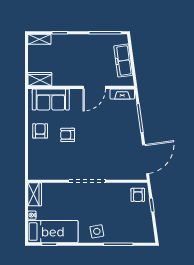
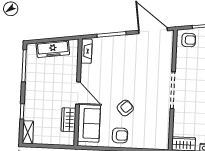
wardrobe: (40, 79) -> (69, 120), moved
door: (94, 87) -> (78, 93), moved
armchair: (40, 131) -> (120, 135), turned 180
armchair: (68, 135) -> (125, 108), turned -132

